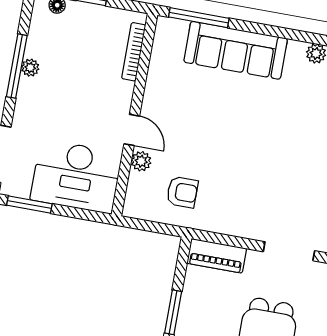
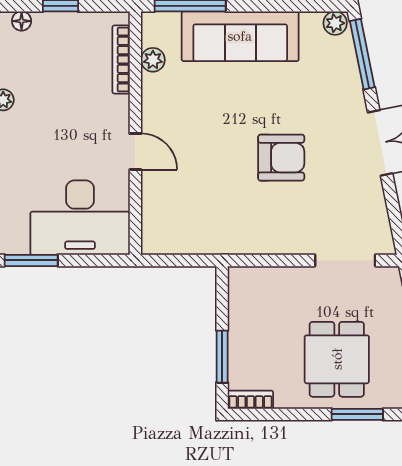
plant: (141, 161) -> (153, 60), moved
armchair: (182, 192) -> (281, 158), moved, width x1.38, depth x1.38
piano: (217, 256) -> (261, 281), removed

